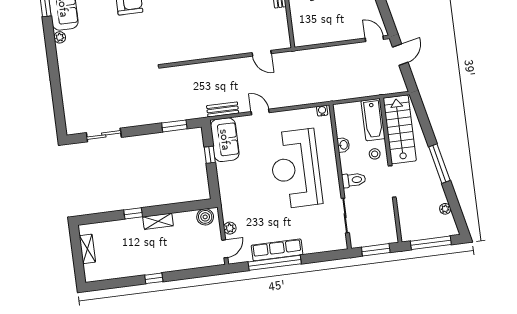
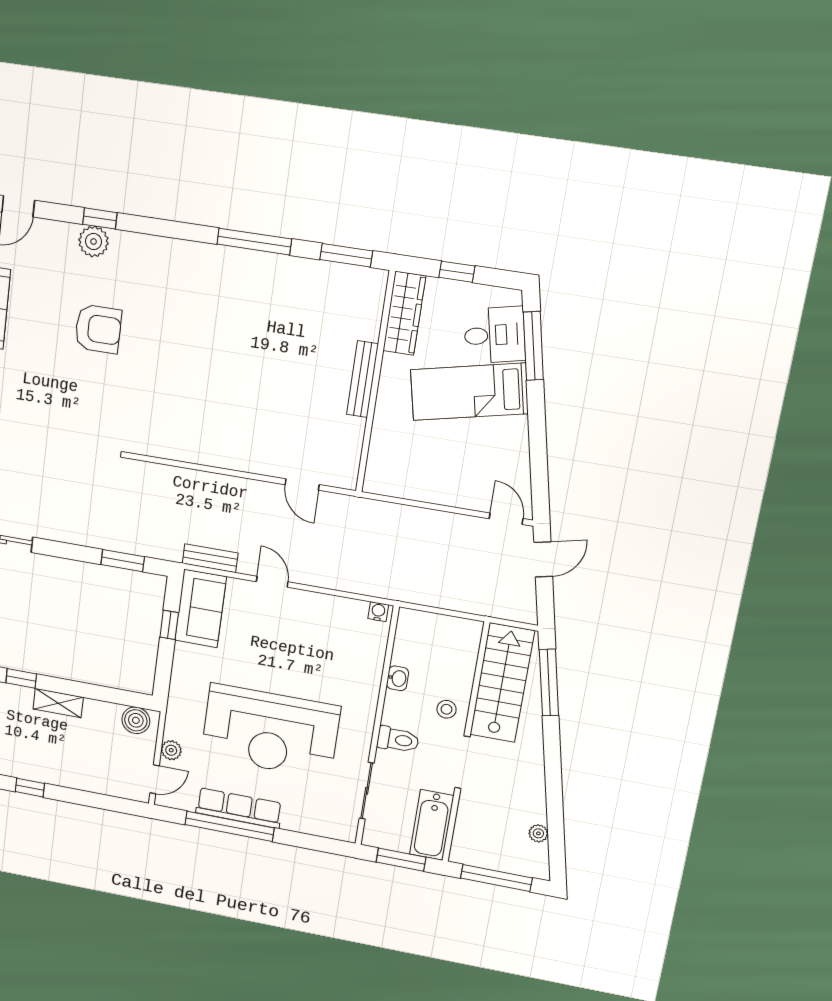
bathtub: (373, 120) -> (432, 825), moved
window: (439, 164) -> (549, 682), moved
reception desk: (296, 169) -> (270, 731), moved, turned -90

